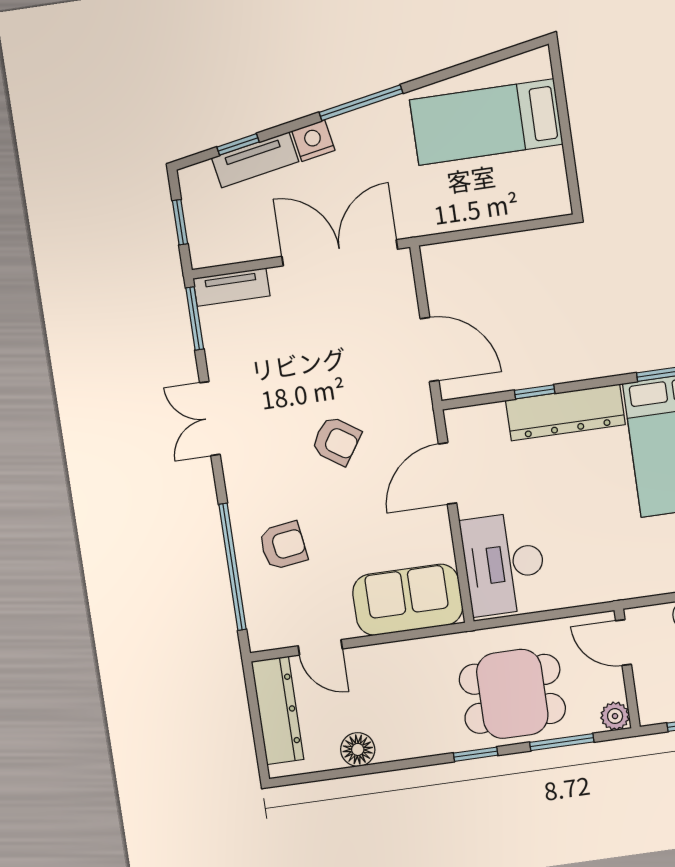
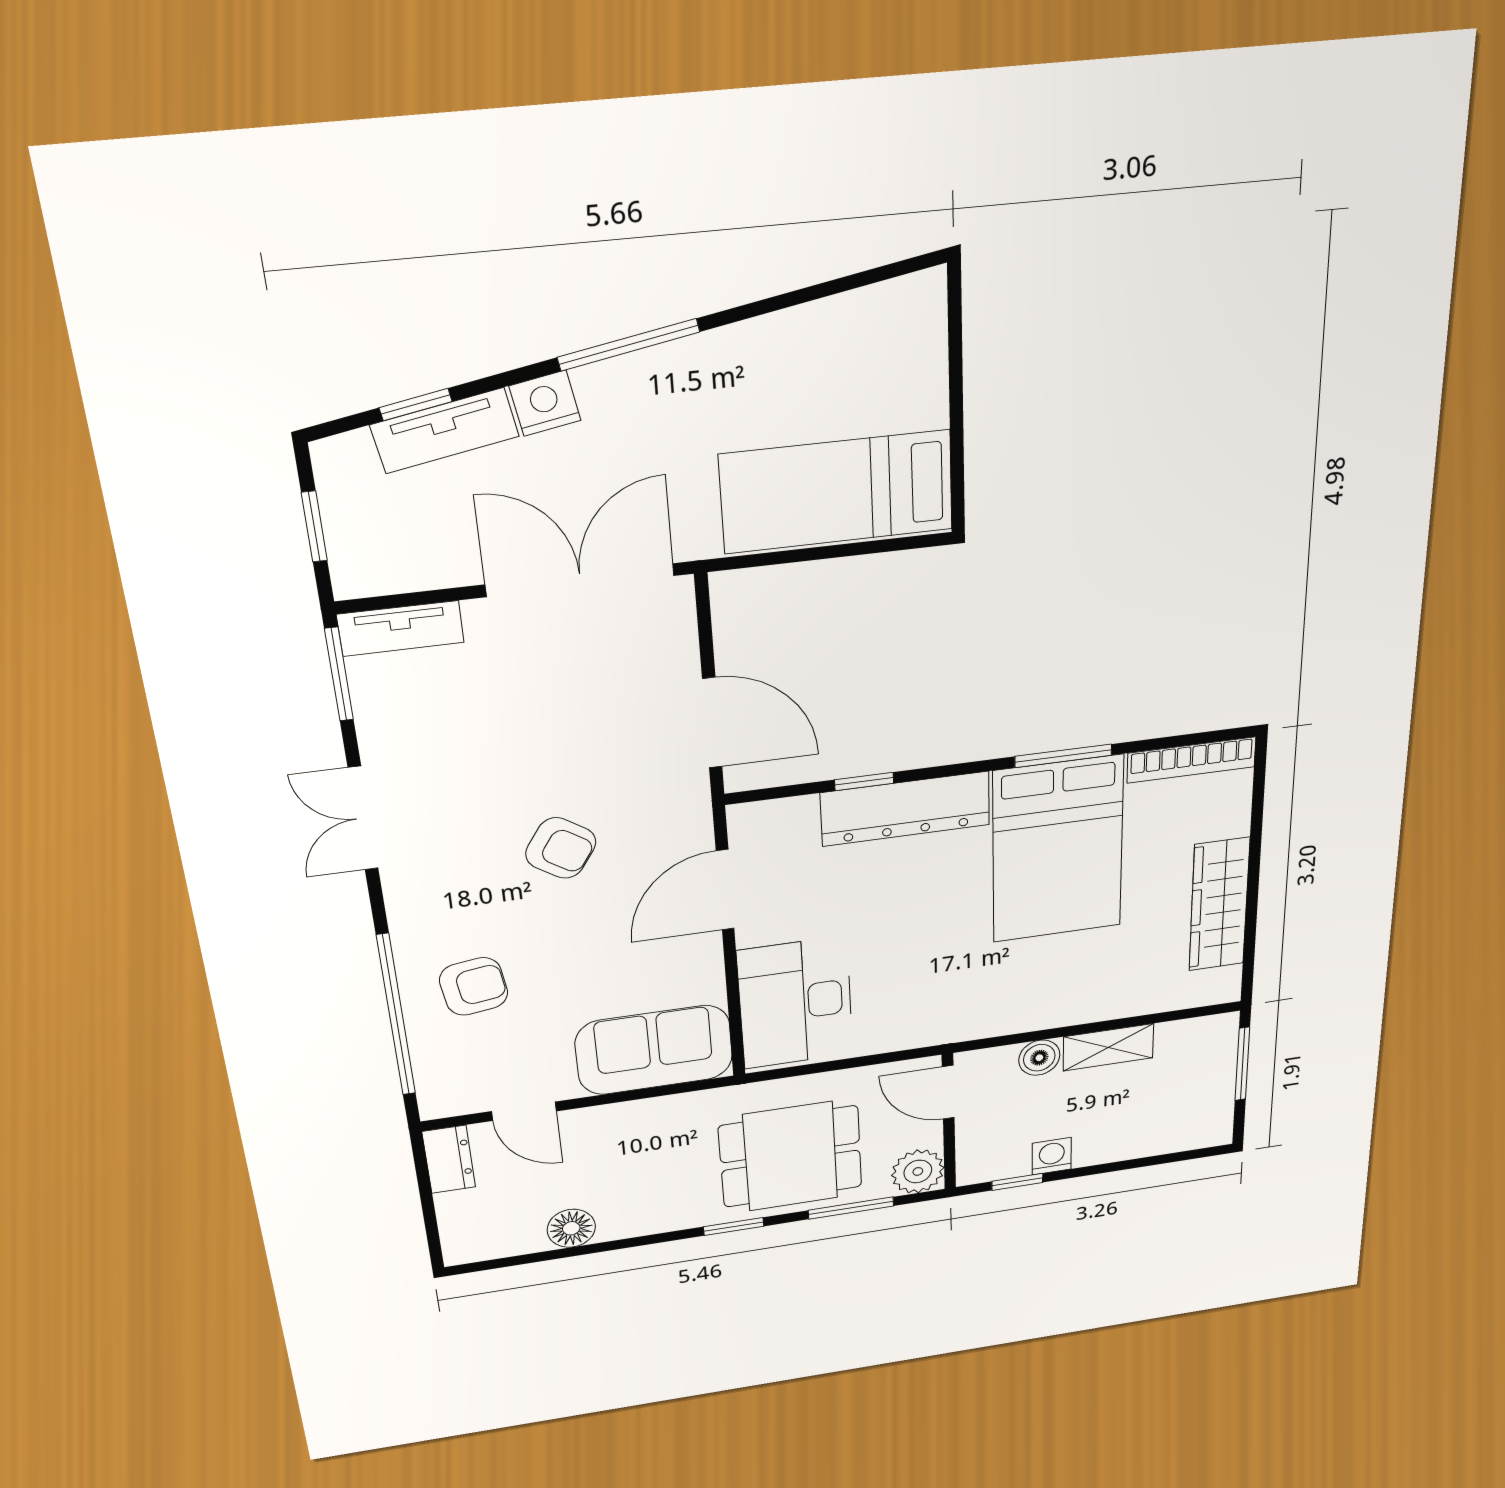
bed: (486, 122) -> (837, 492), moved
dresser: (278, 710) -> (449, 1159), width x0.51, depth x0.80
plant: (615, 716) -> (918, 1171), width x1.38, depth x1.38

